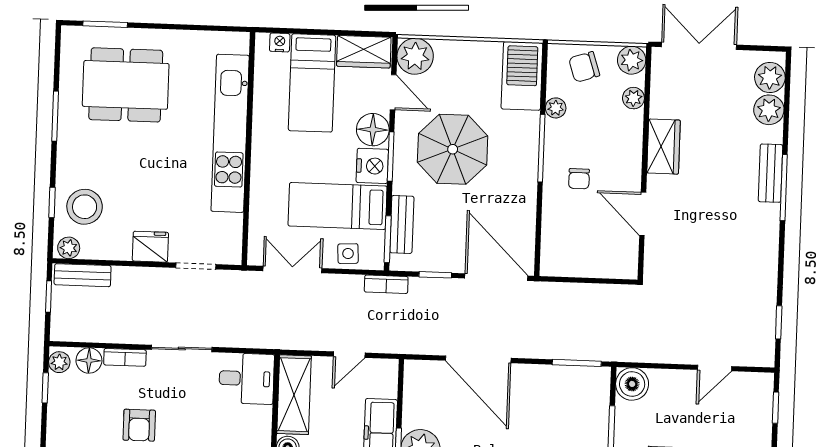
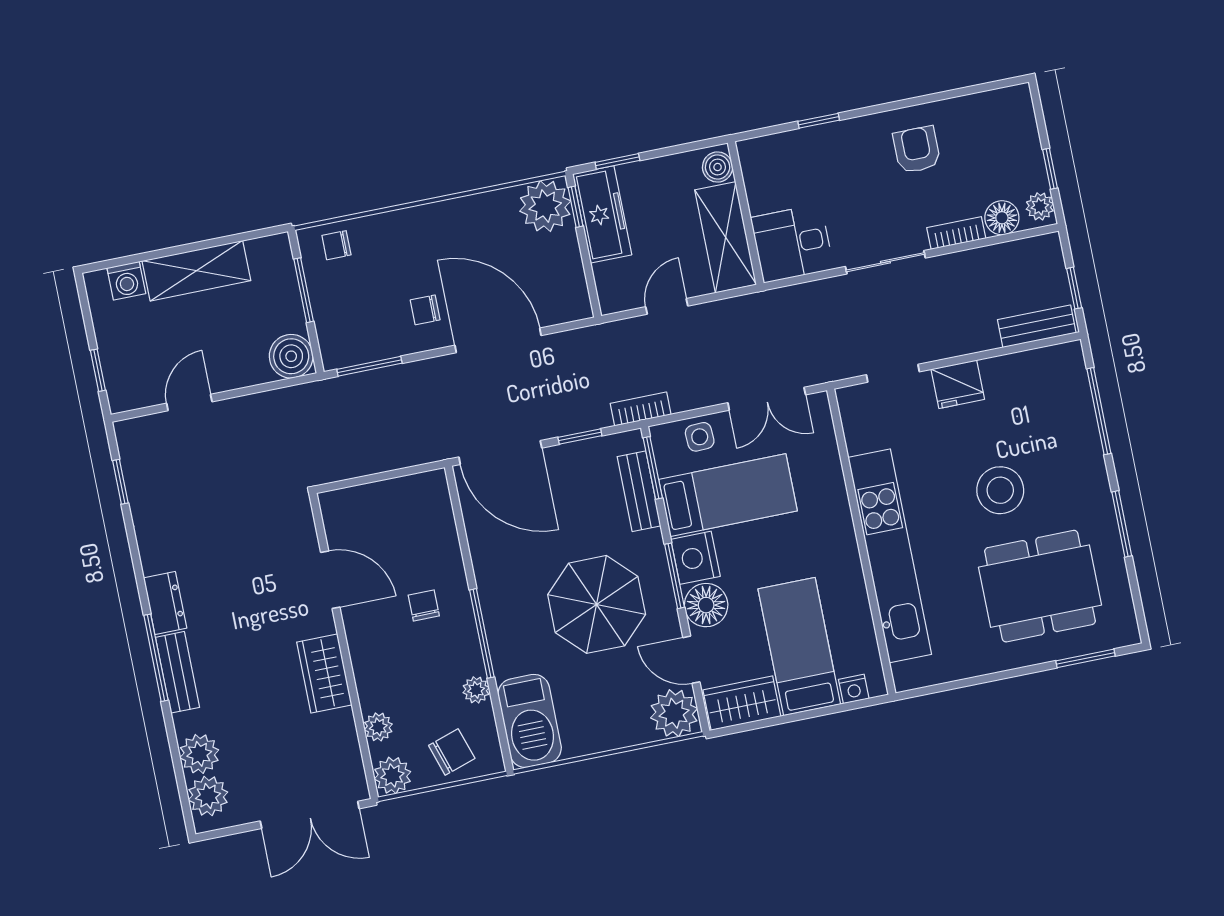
window: (52, 202) -> (1099, 411), width x2.17
stool: (85, 207) -> (1000, 490), moved
dresser: (767, 226) -> (165, 603), added
plant: (69, 248) -> (1063, 357), removed
chair: (526, 394) -> (425, 310), added

